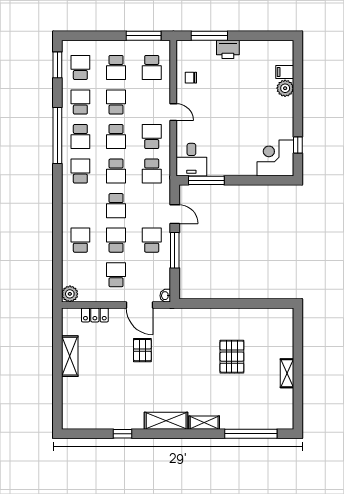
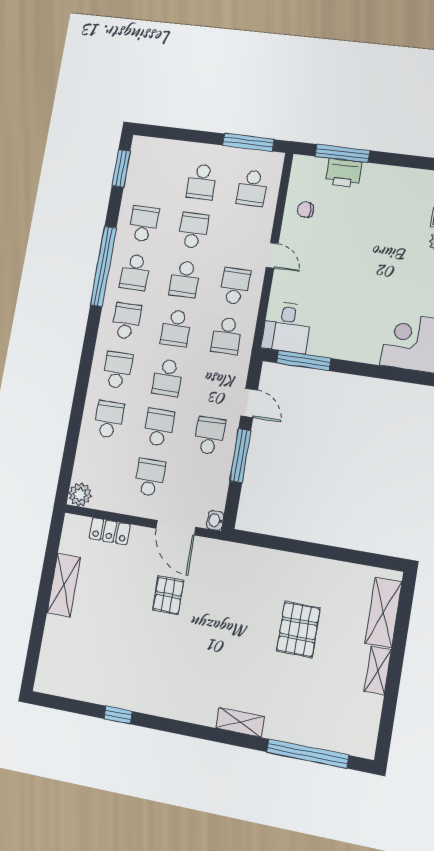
printer: (228, 49) -> (344, 173), moved
school desk: (80, 67) -> (117, 370), moved
shelving: (166, 421) -> (383, 612), moved, turned 90

